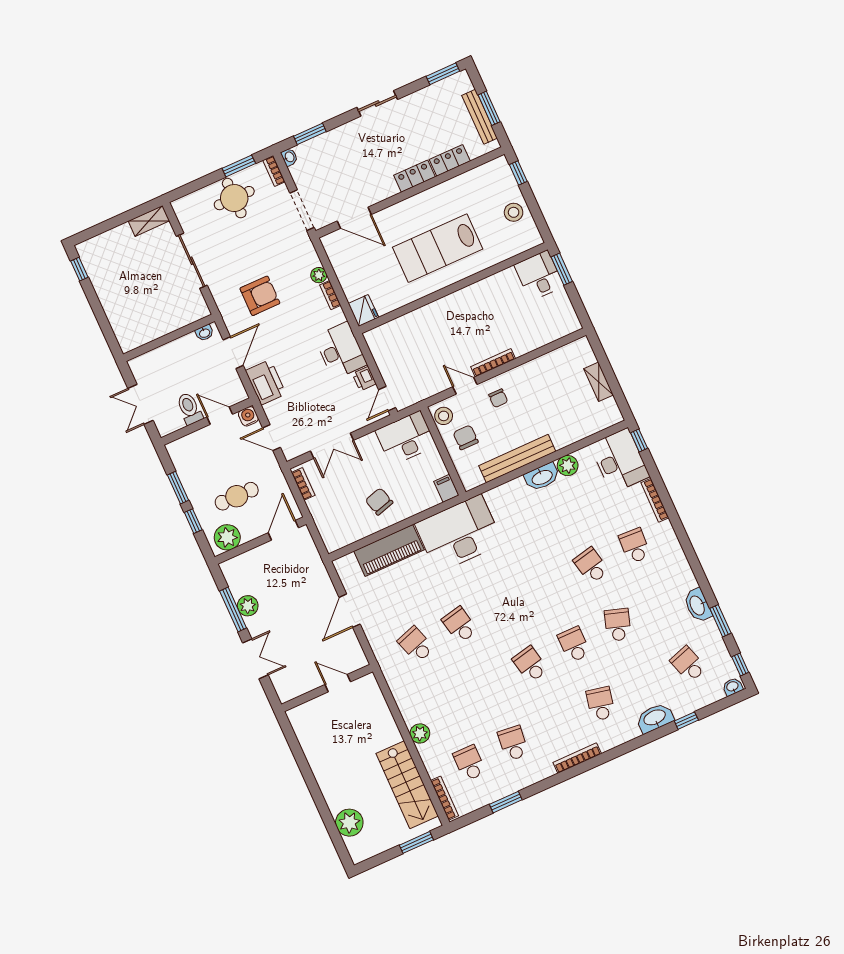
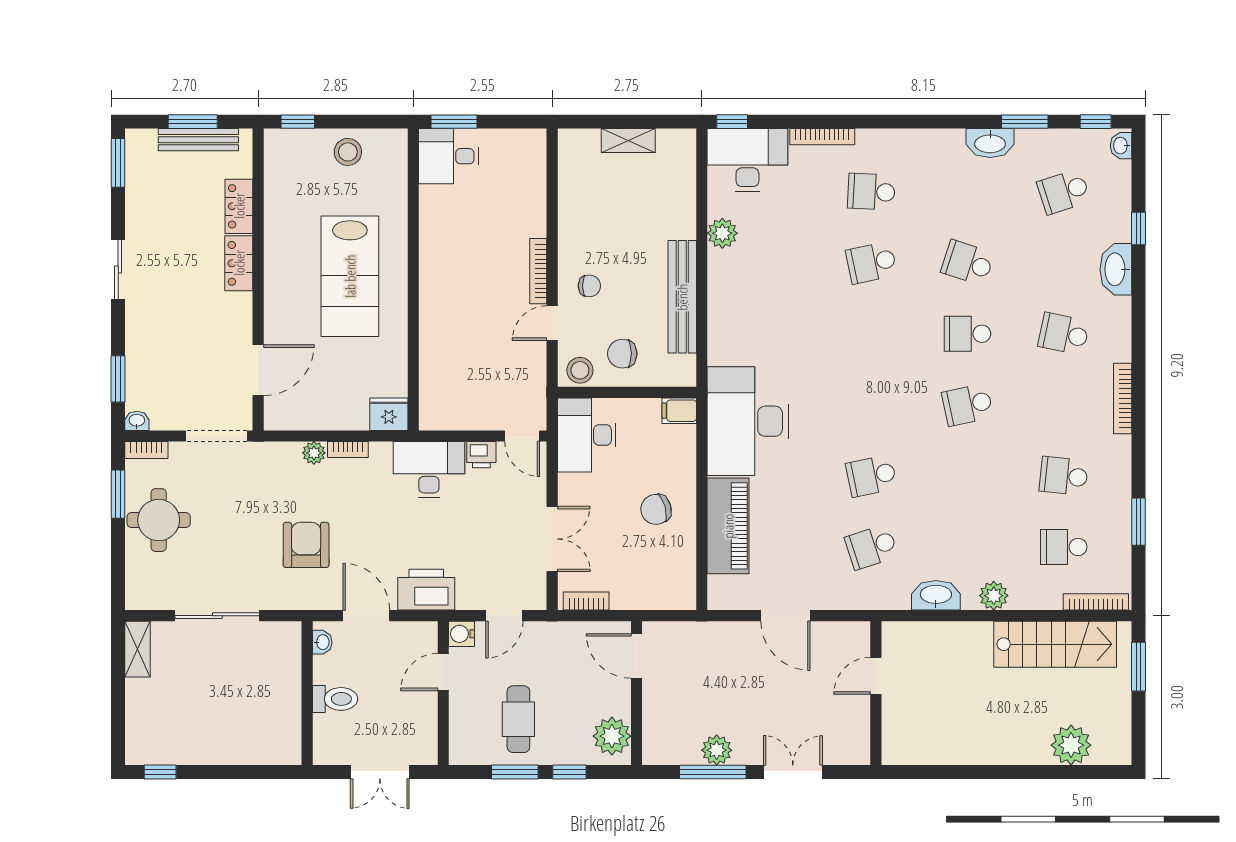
toilet: (189, 409) -> (335, 699), moved, turned 180
washbasin: (542, 477) -> (936, 595), moved, turned -90
cafe table: (237, 496) -> (518, 719), moved

